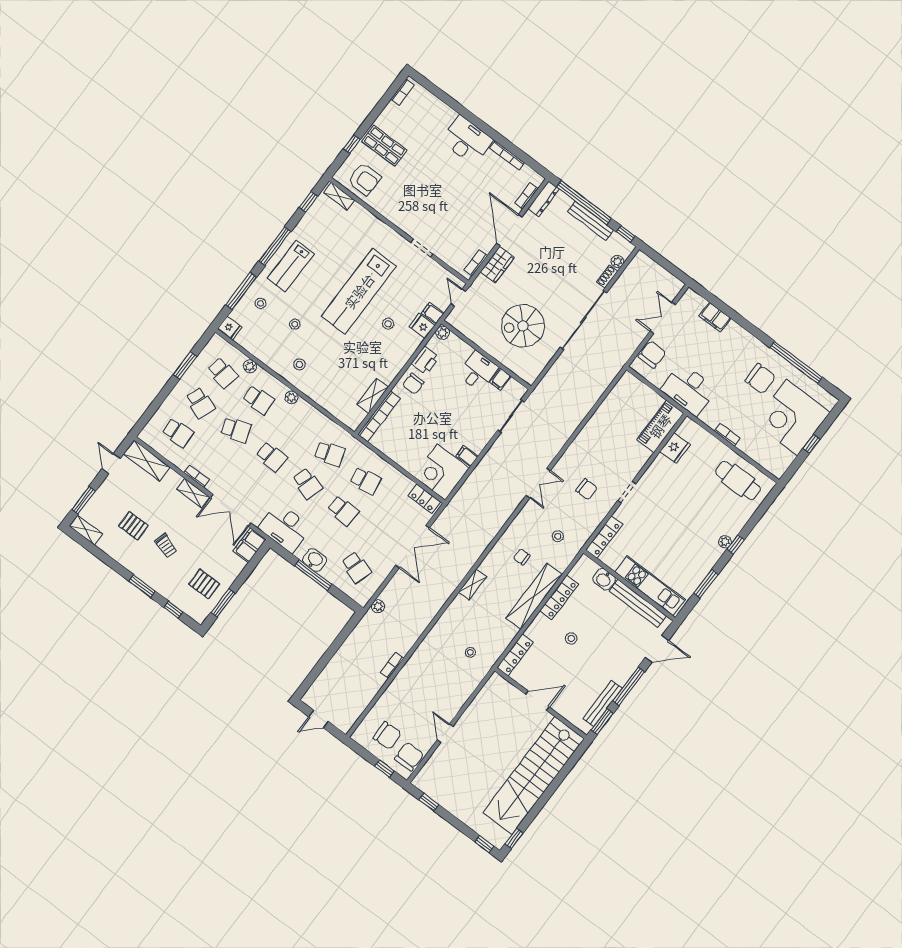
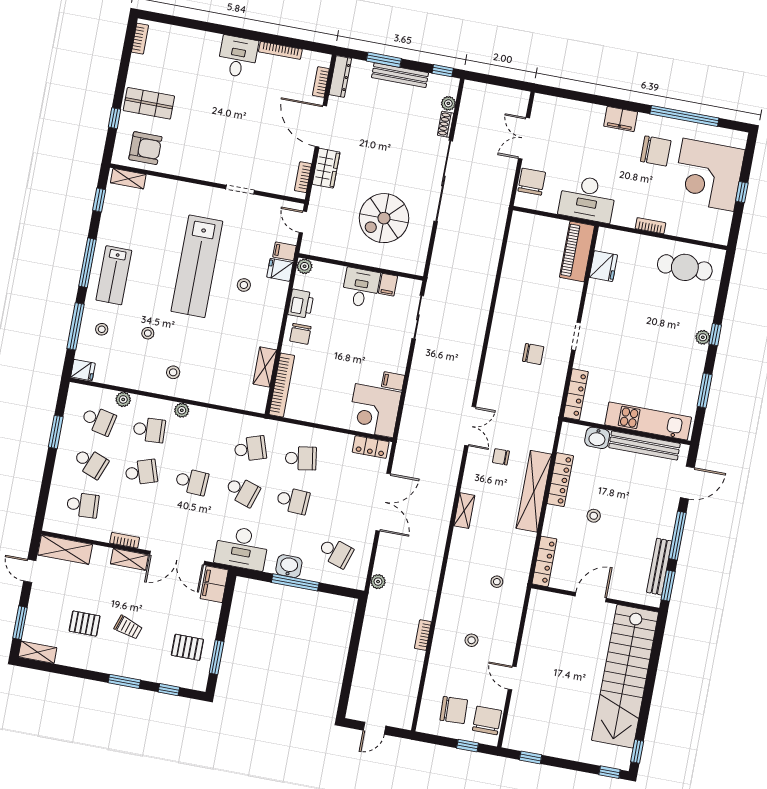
desk: (467, 140) -> (238, 57), width x0.73
window: (584, 203) -> (384, 60), width x0.47
filing cabinet: (715, 317) -> (621, 119), moved
double door: (538, 483) -> (470, 426), moved
stool: (558, 536) -> (472, 640), moved

